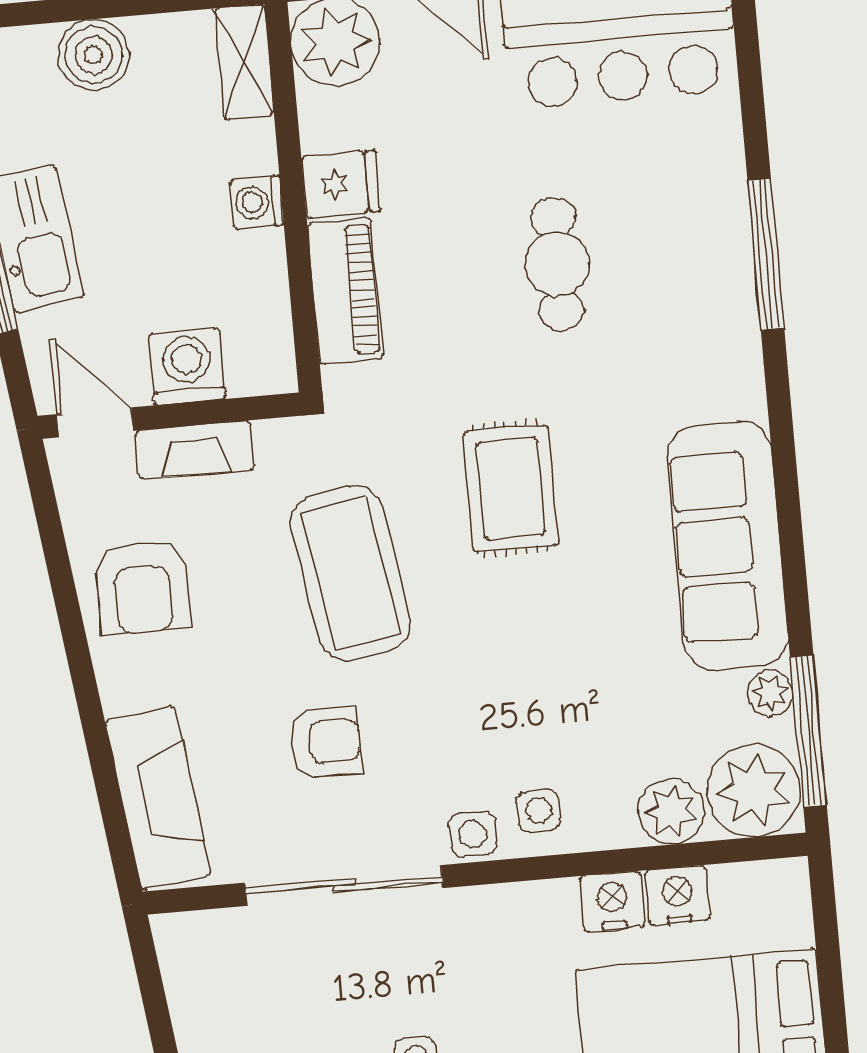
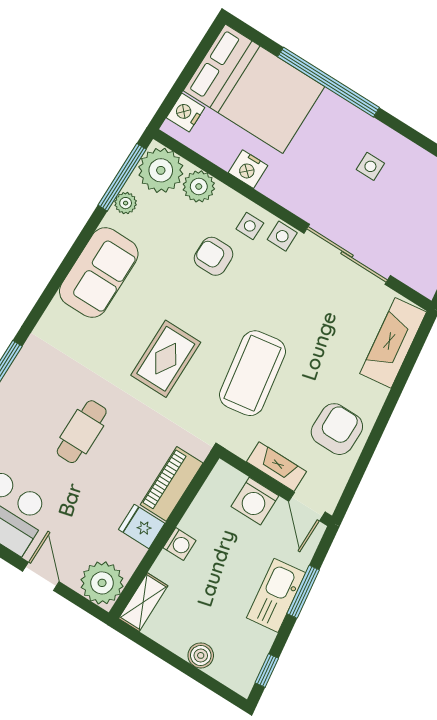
boiler: (94, 55) -> (201, 655), width x0.73, depth x0.73
sofa: (728, 546) -> (99, 273), width x0.73
armchair: (325, 742) -> (214, 256), moved
nightstand: (678, 895) -> (185, 113), moved, turned 90

